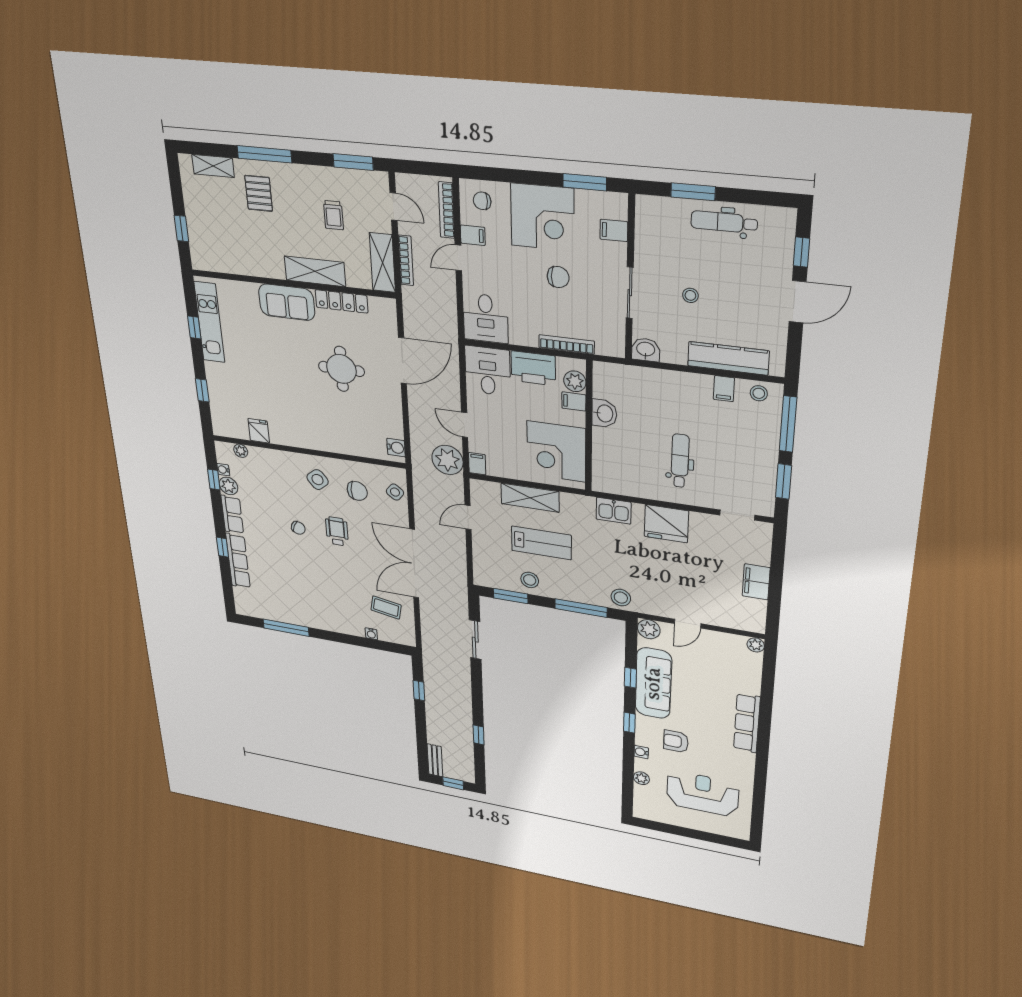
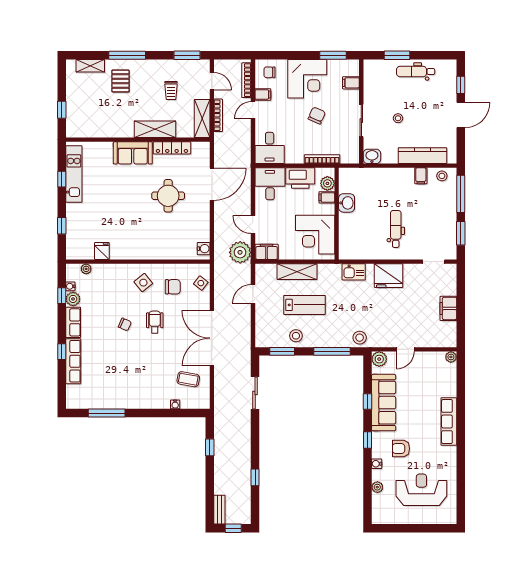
chair: (558, 277) -> (317, 116), turned -66
filing cabinet: (477, 464) -> (267, 252), width x2.00

